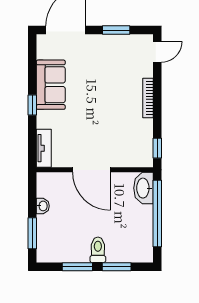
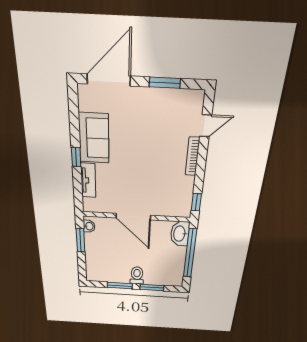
door: (157, 52) -> (206, 126), moved
tv unit: (44, 148) -> (88, 180), moved
washbasin: (43, 206) -> (89, 226), moved
window: (32, 233) -> (80, 240), moved

